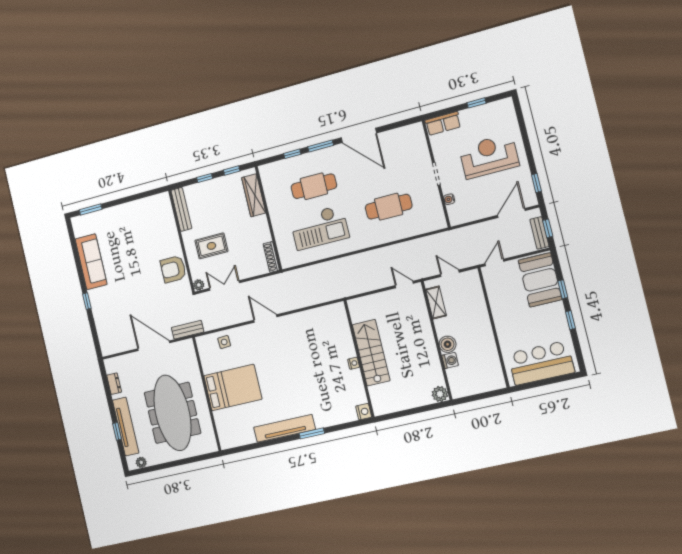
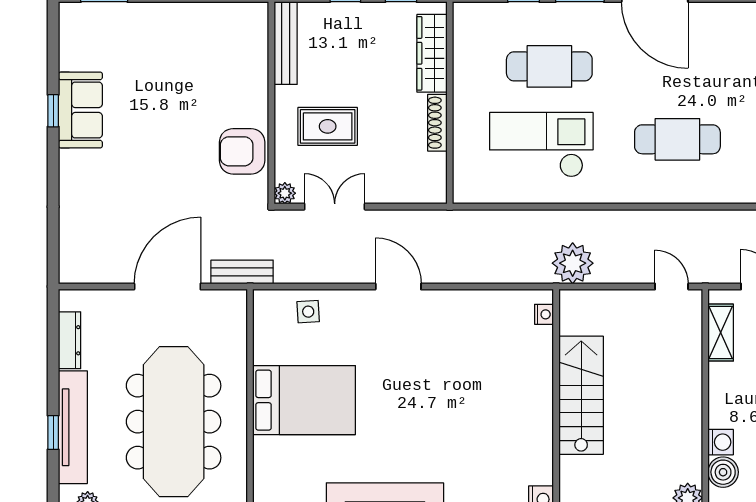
checkout: (320, 228) -> (541, 145), turned 180
shoe rack: (271, 257) -> (437, 123), moved
sofa: (91, 262) -> (80, 110), width x0.73
plant: (350, 285) -> (573, 263), added
window: (87, 301) -> (53, 111), moved
boiler: (448, 344) -> (723, 472), moved
door: (154, 346) -> (167, 287), hinge flipped
nightstand: (354, 363) -> (544, 314), moved
dresser: (114, 384) -> (70, 340), width x1.44

